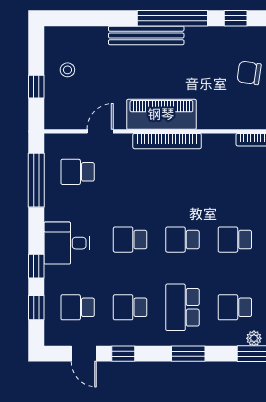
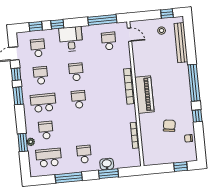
bench: (146, 35) -> (181, 43), moved
window: (36, 87) -> (167, 14), moved
piano: (161, 114) -> (144, 95), moved
door: (100, 131) -> (129, 35), moved
school desk: (235, 240) -> (81, 127), removed
window: (188, 354) -> (18, 96), moved

